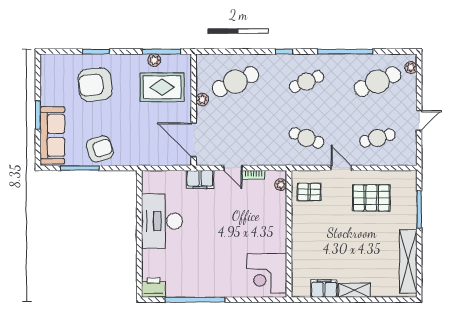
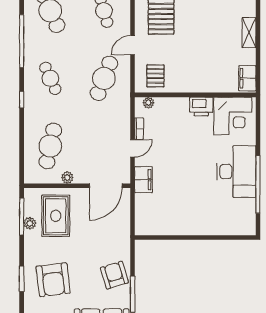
cafe table: (235, 82) -> (50, 146), turned 36
cafe table: (306, 138) -> (104, 78), width x1.37, depth x1.35
desk: (162, 221) -> (236, 172), moved, turned -90
printer: (154, 287) -> (201, 107), moved, turned -90
filing cabinet: (324, 288) -> (247, 78), moved

